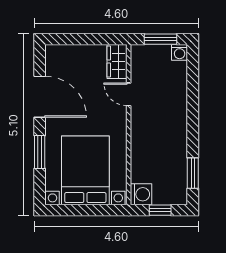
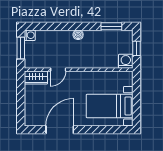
boiler: (180, 124) -> (78, 35), added
window: (40, 152) -> (97, 130), removed
bed with nightstands: (85, 170) -> (110, 106), width x0.73

